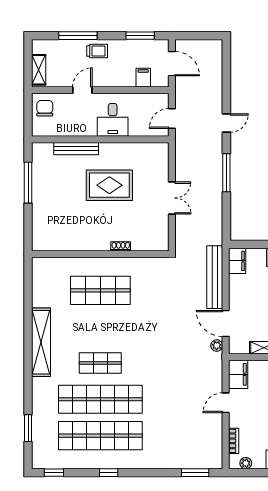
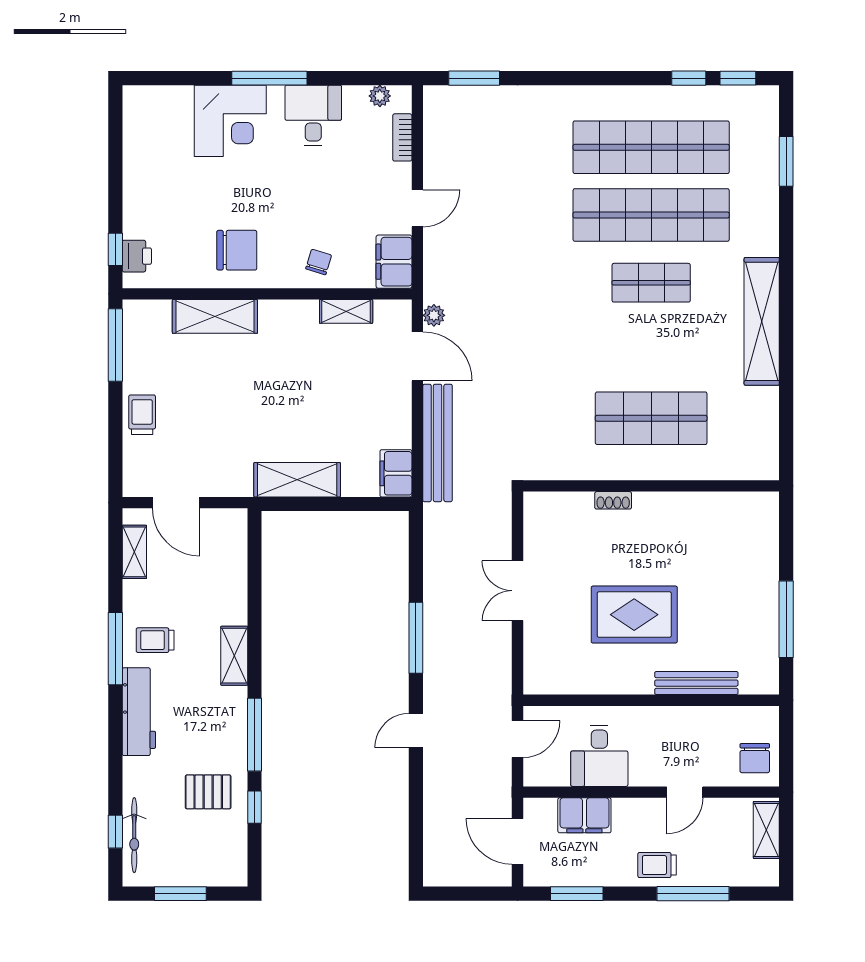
filing cabinet: (143, 78) -> (584, 815), width x2.00
desk: (113, 120) -> (599, 756), moved, turned 180
window: (109, 473) -> (689, 78), moved

